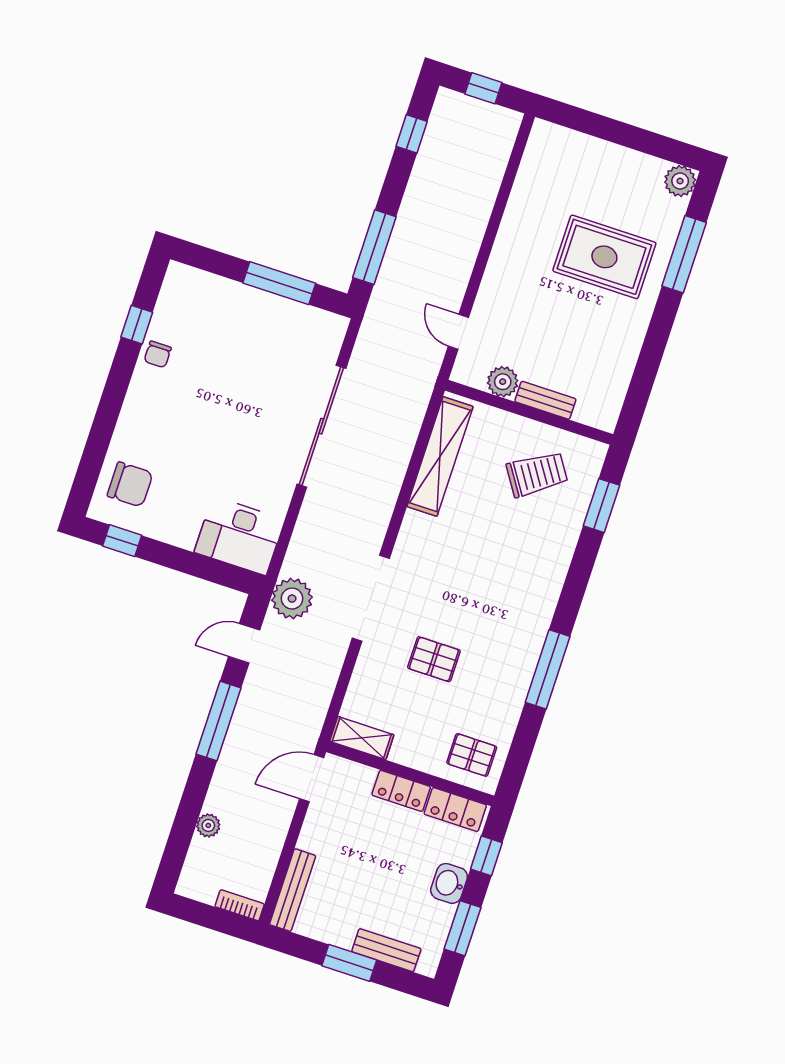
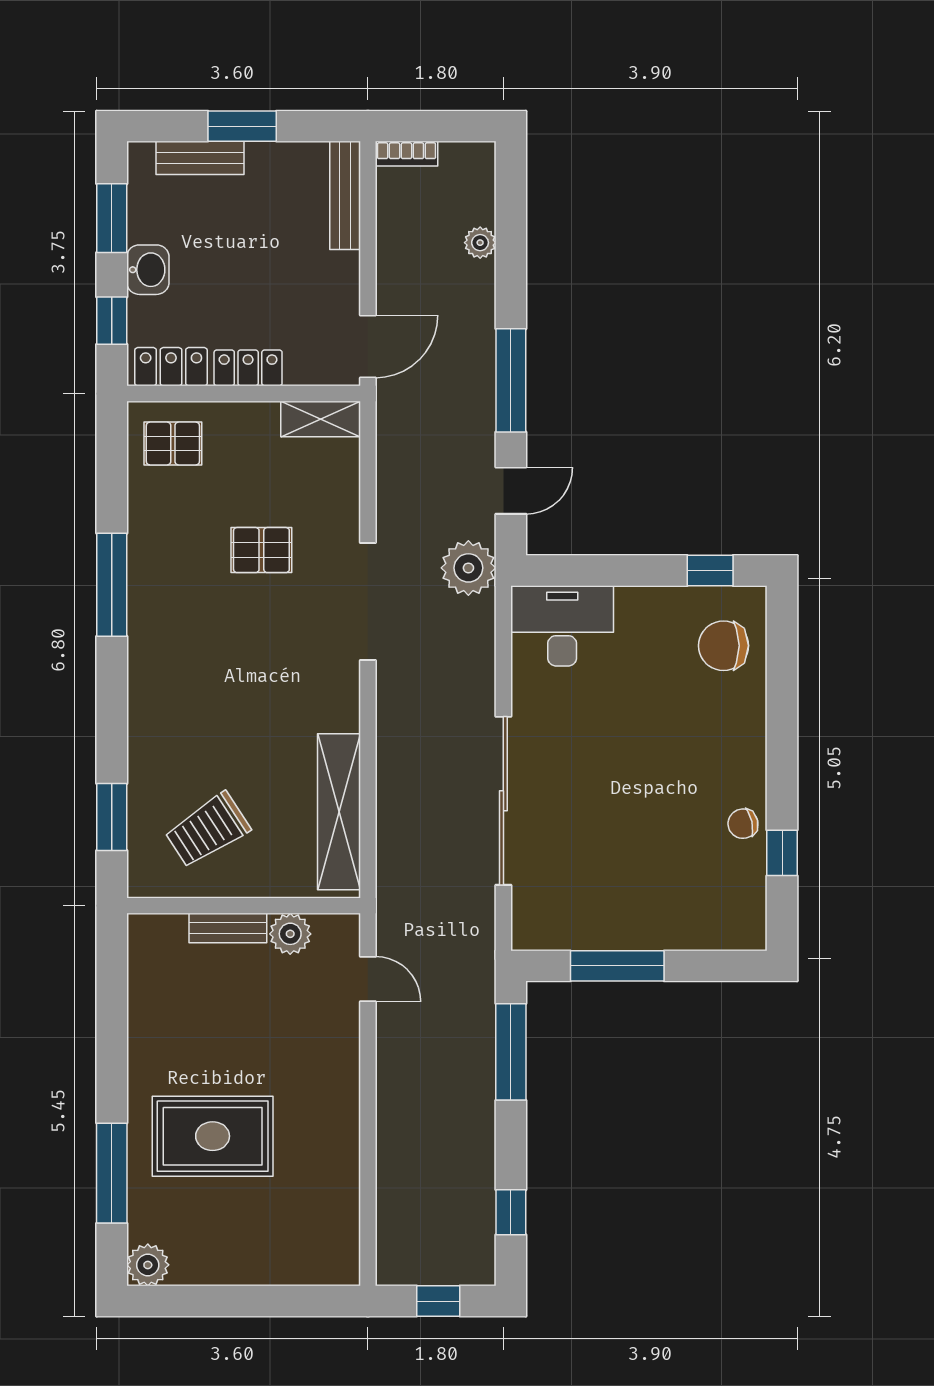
chair: (158, 354) -> (743, 824), turned -103

